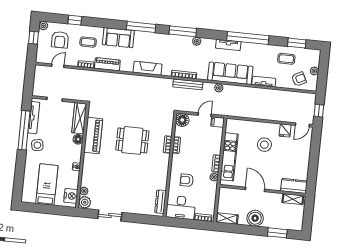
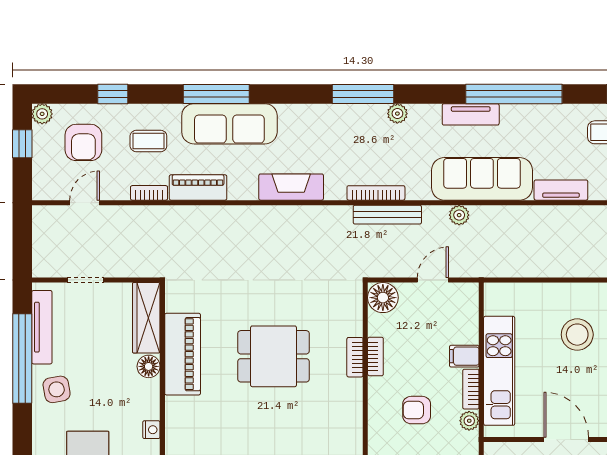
window: (141, 27) -> (216, 94), moved
sofa: (118, 38) -> (229, 124), width x1.36
filing cabinet: (217, 122) -> (464, 356), moved
armchair: (187, 180) -> (417, 410), moved

